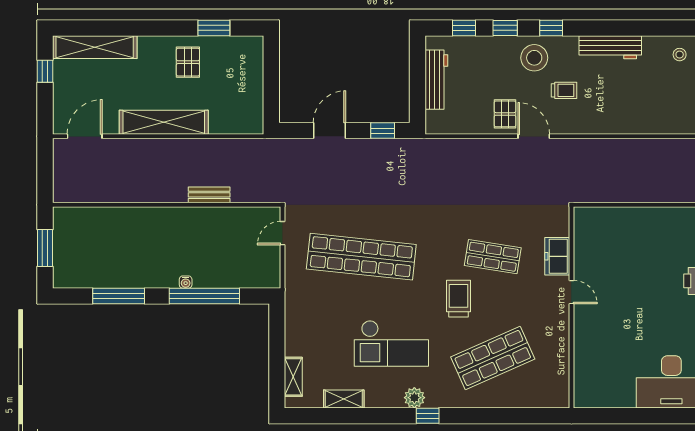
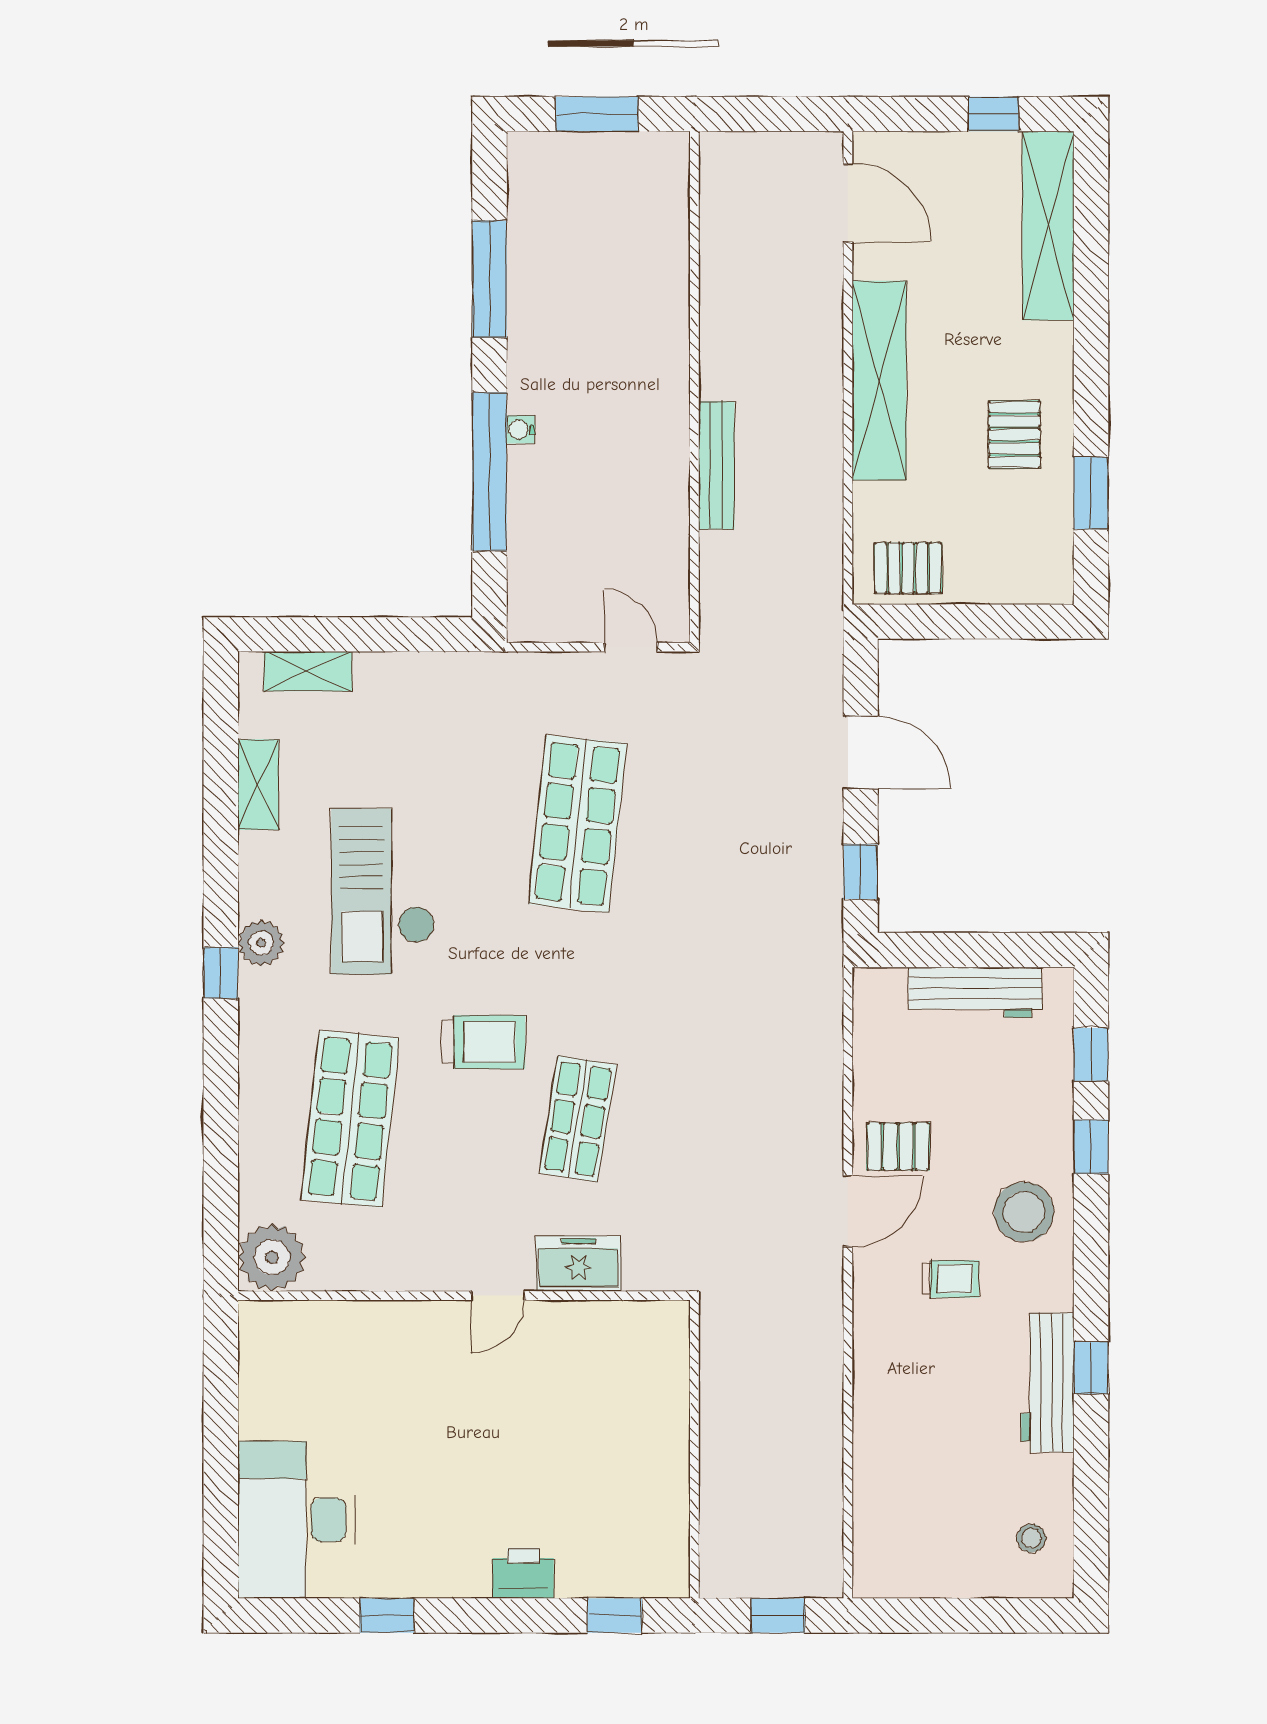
window: (551, 28) -> (1091, 1368), moved
pallet: (188, 62) -> (1014, 435), turned 90
trolley: (564, 90) -> (951, 1279), turned -90
pallet: (247, 109) -> (908, 568), added
bench: (209, 195) -> (716, 465), width x1.36
shop shelf: (361, 257) -> (578, 824), width x0.71
shop shelf: (493, 358) -> (350, 1119), turned 30
plant: (554, 393) -> (272, 1257), added

